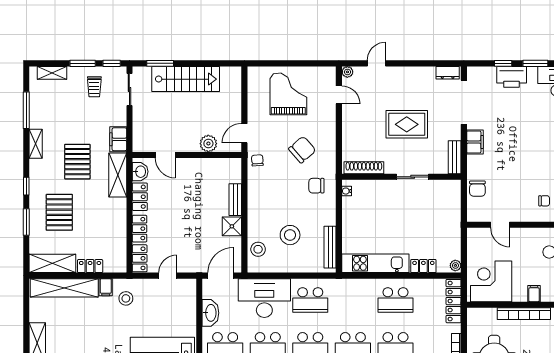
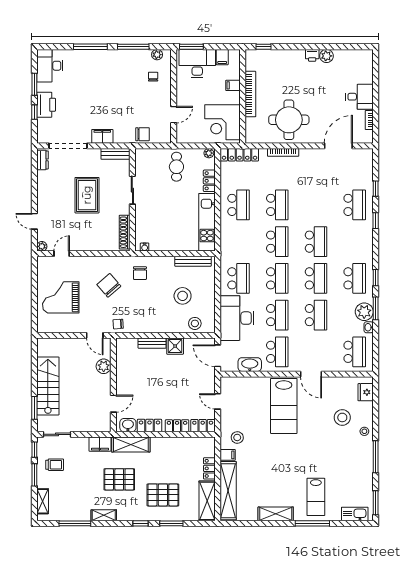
cafe table: (440, 228) -> (176, 167), added

